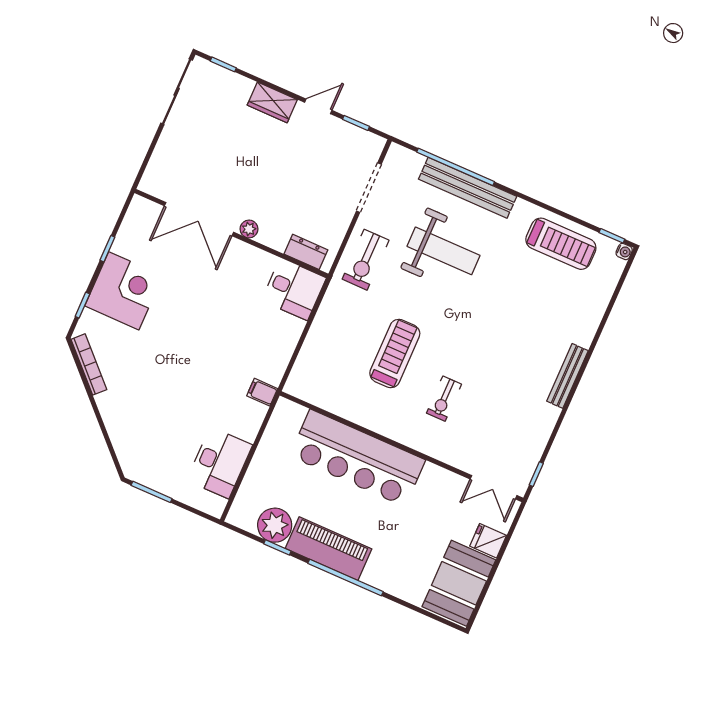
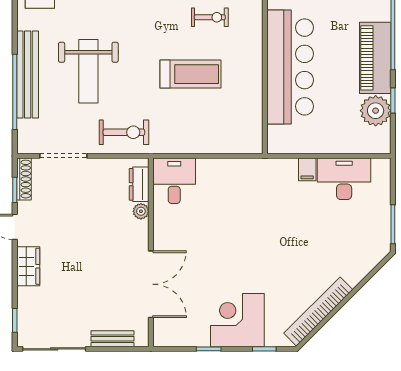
shoe rack: (363, 137) -> (24, 179), added
bench: (161, 156) -> (113, 339), added
plant: (249, 229) -> (141, 211), moved
weight bench: (443, 251) -> (88, 71), turned 180
treadmill: (395, 354) -> (191, 74), turned 180
bookcase: (89, 364) -> (318, 311), width x1.48, depth x1.31
filing cabinet: (262, 392) -> (307, 169), moved

